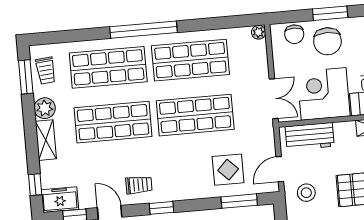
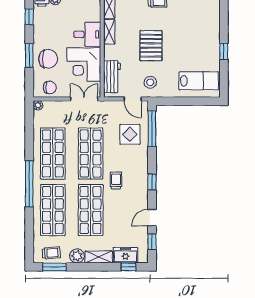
chair: (294, 34) -> (50, 87), moved
trolley: (139, 185) -> (116, 181), moved
freezer: (60, 200) -> (125, 255), moved, turned 90
window: (239, 201) -> (152, 129), width x1.44

